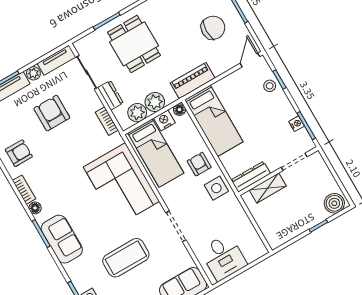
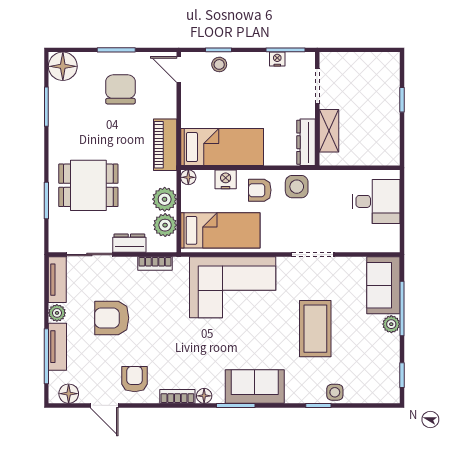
nightstand: (164, 120) -> (226, 179), moved, turned 90
boiler: (334, 203) -> (387, 68), removed
desk: (223, 257) -> (376, 201), moved

